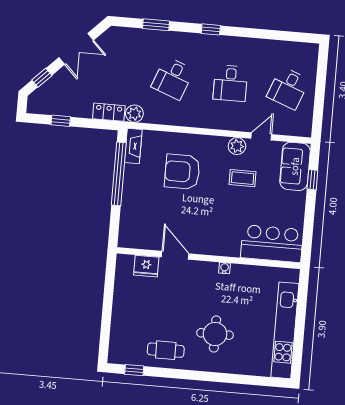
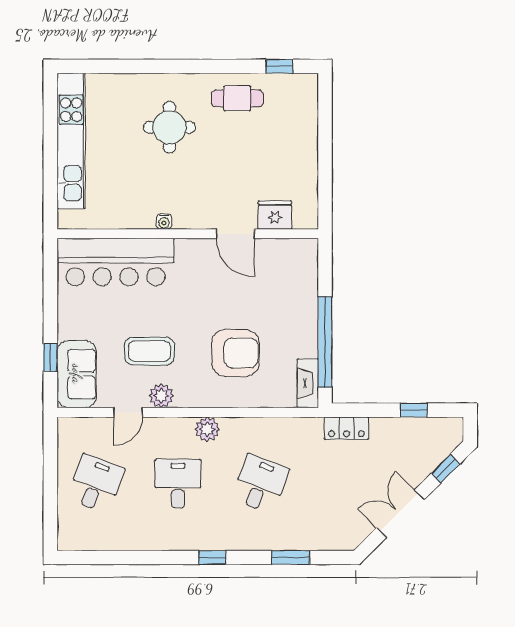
plant: (134, 114) -> (207, 429), moved
coffee table: (243, 178) -> (149, 351), width x1.36, depth x1.30
bar counter: (272, 244) -> (116, 262), width x1.36

